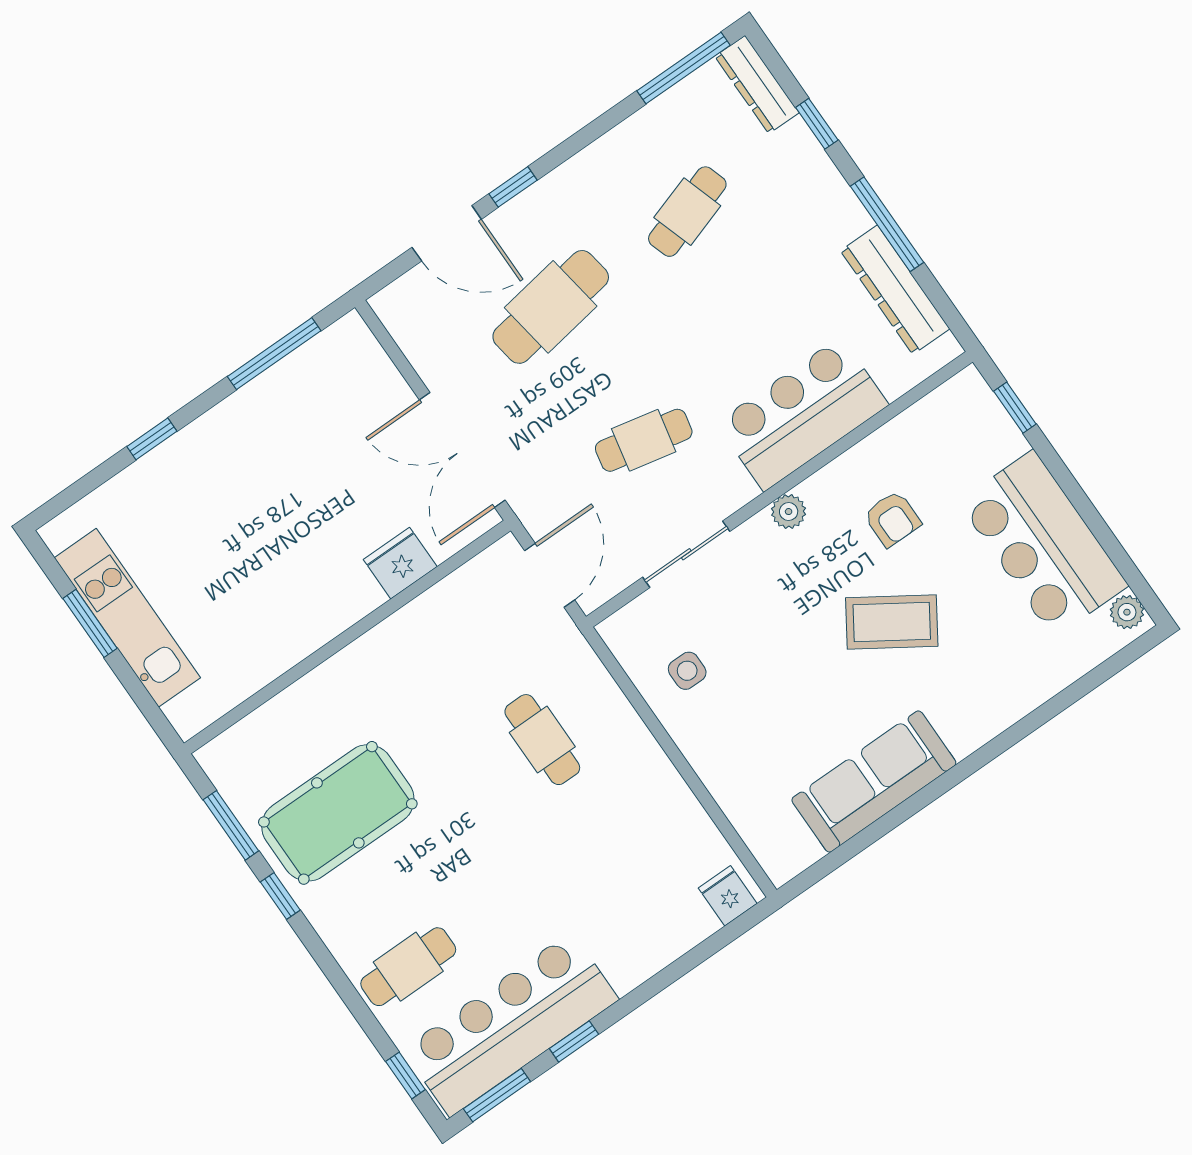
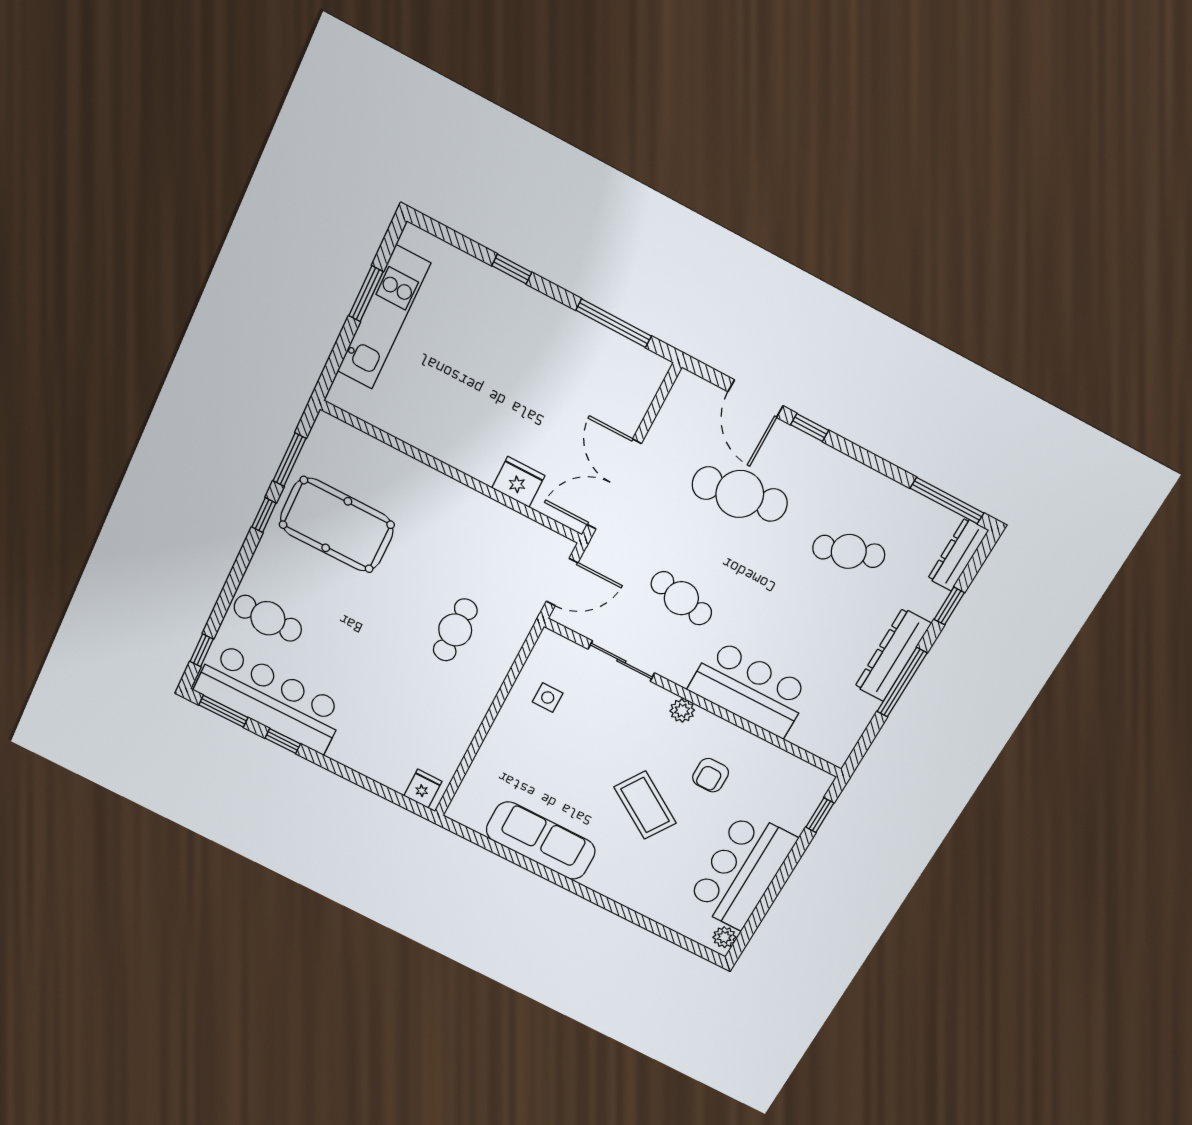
dresser: (895, 290) -> (893, 655), moved

